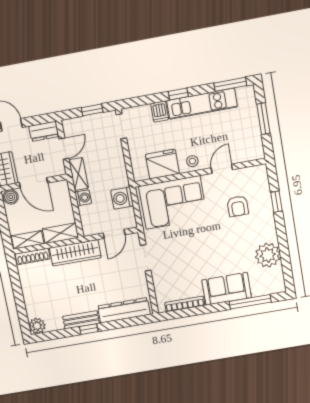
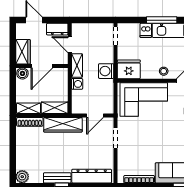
window: (178, 94) -> (162, 20), width x2.17
window: (92, 110) -> (96, 20), removed
door: (64, 149) -> (70, 45), swing flipped
fridge: (162, 164) -> (129, 69), moved
door: (34, 183) -> (42, 66), hinge flipped
washing machine: (122, 198) -> (106, 71), moved

